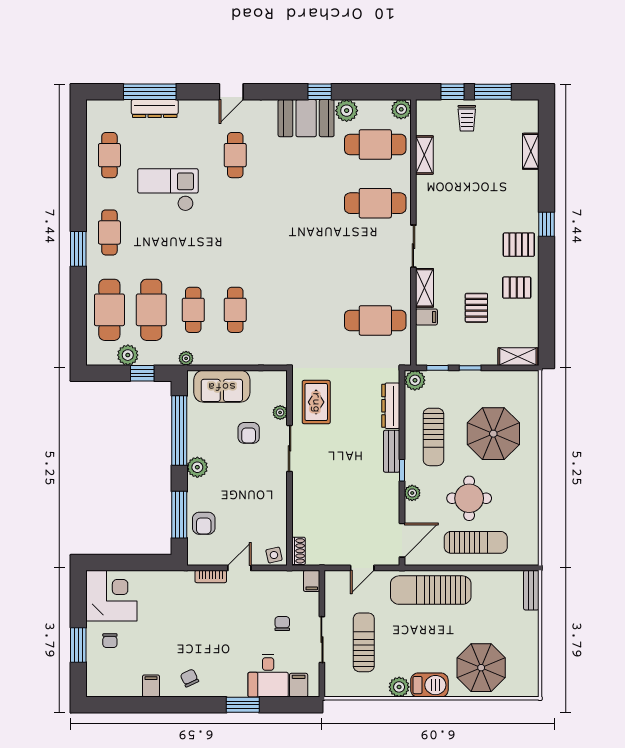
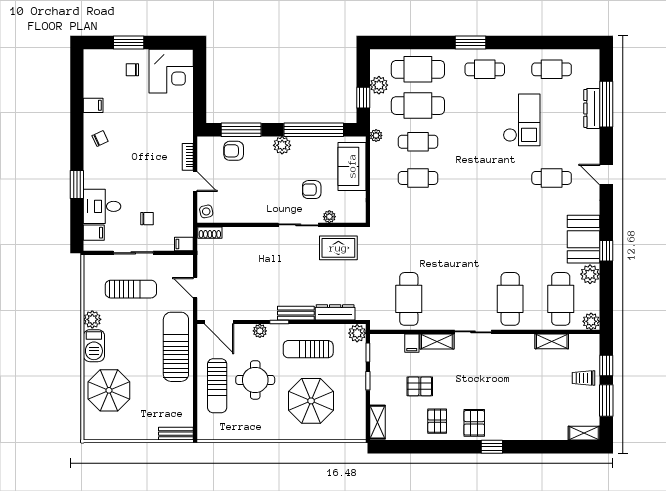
shelving: (531, 151) -> (584, 433), moved

